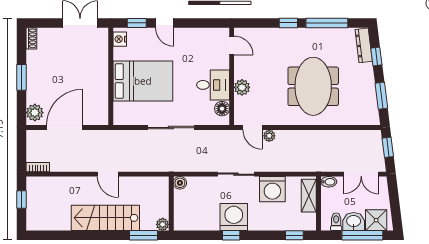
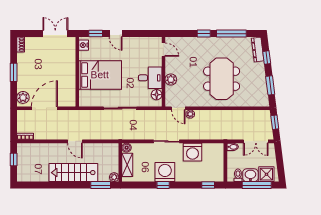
shelving: (309, 196) -> (127, 165), moved

